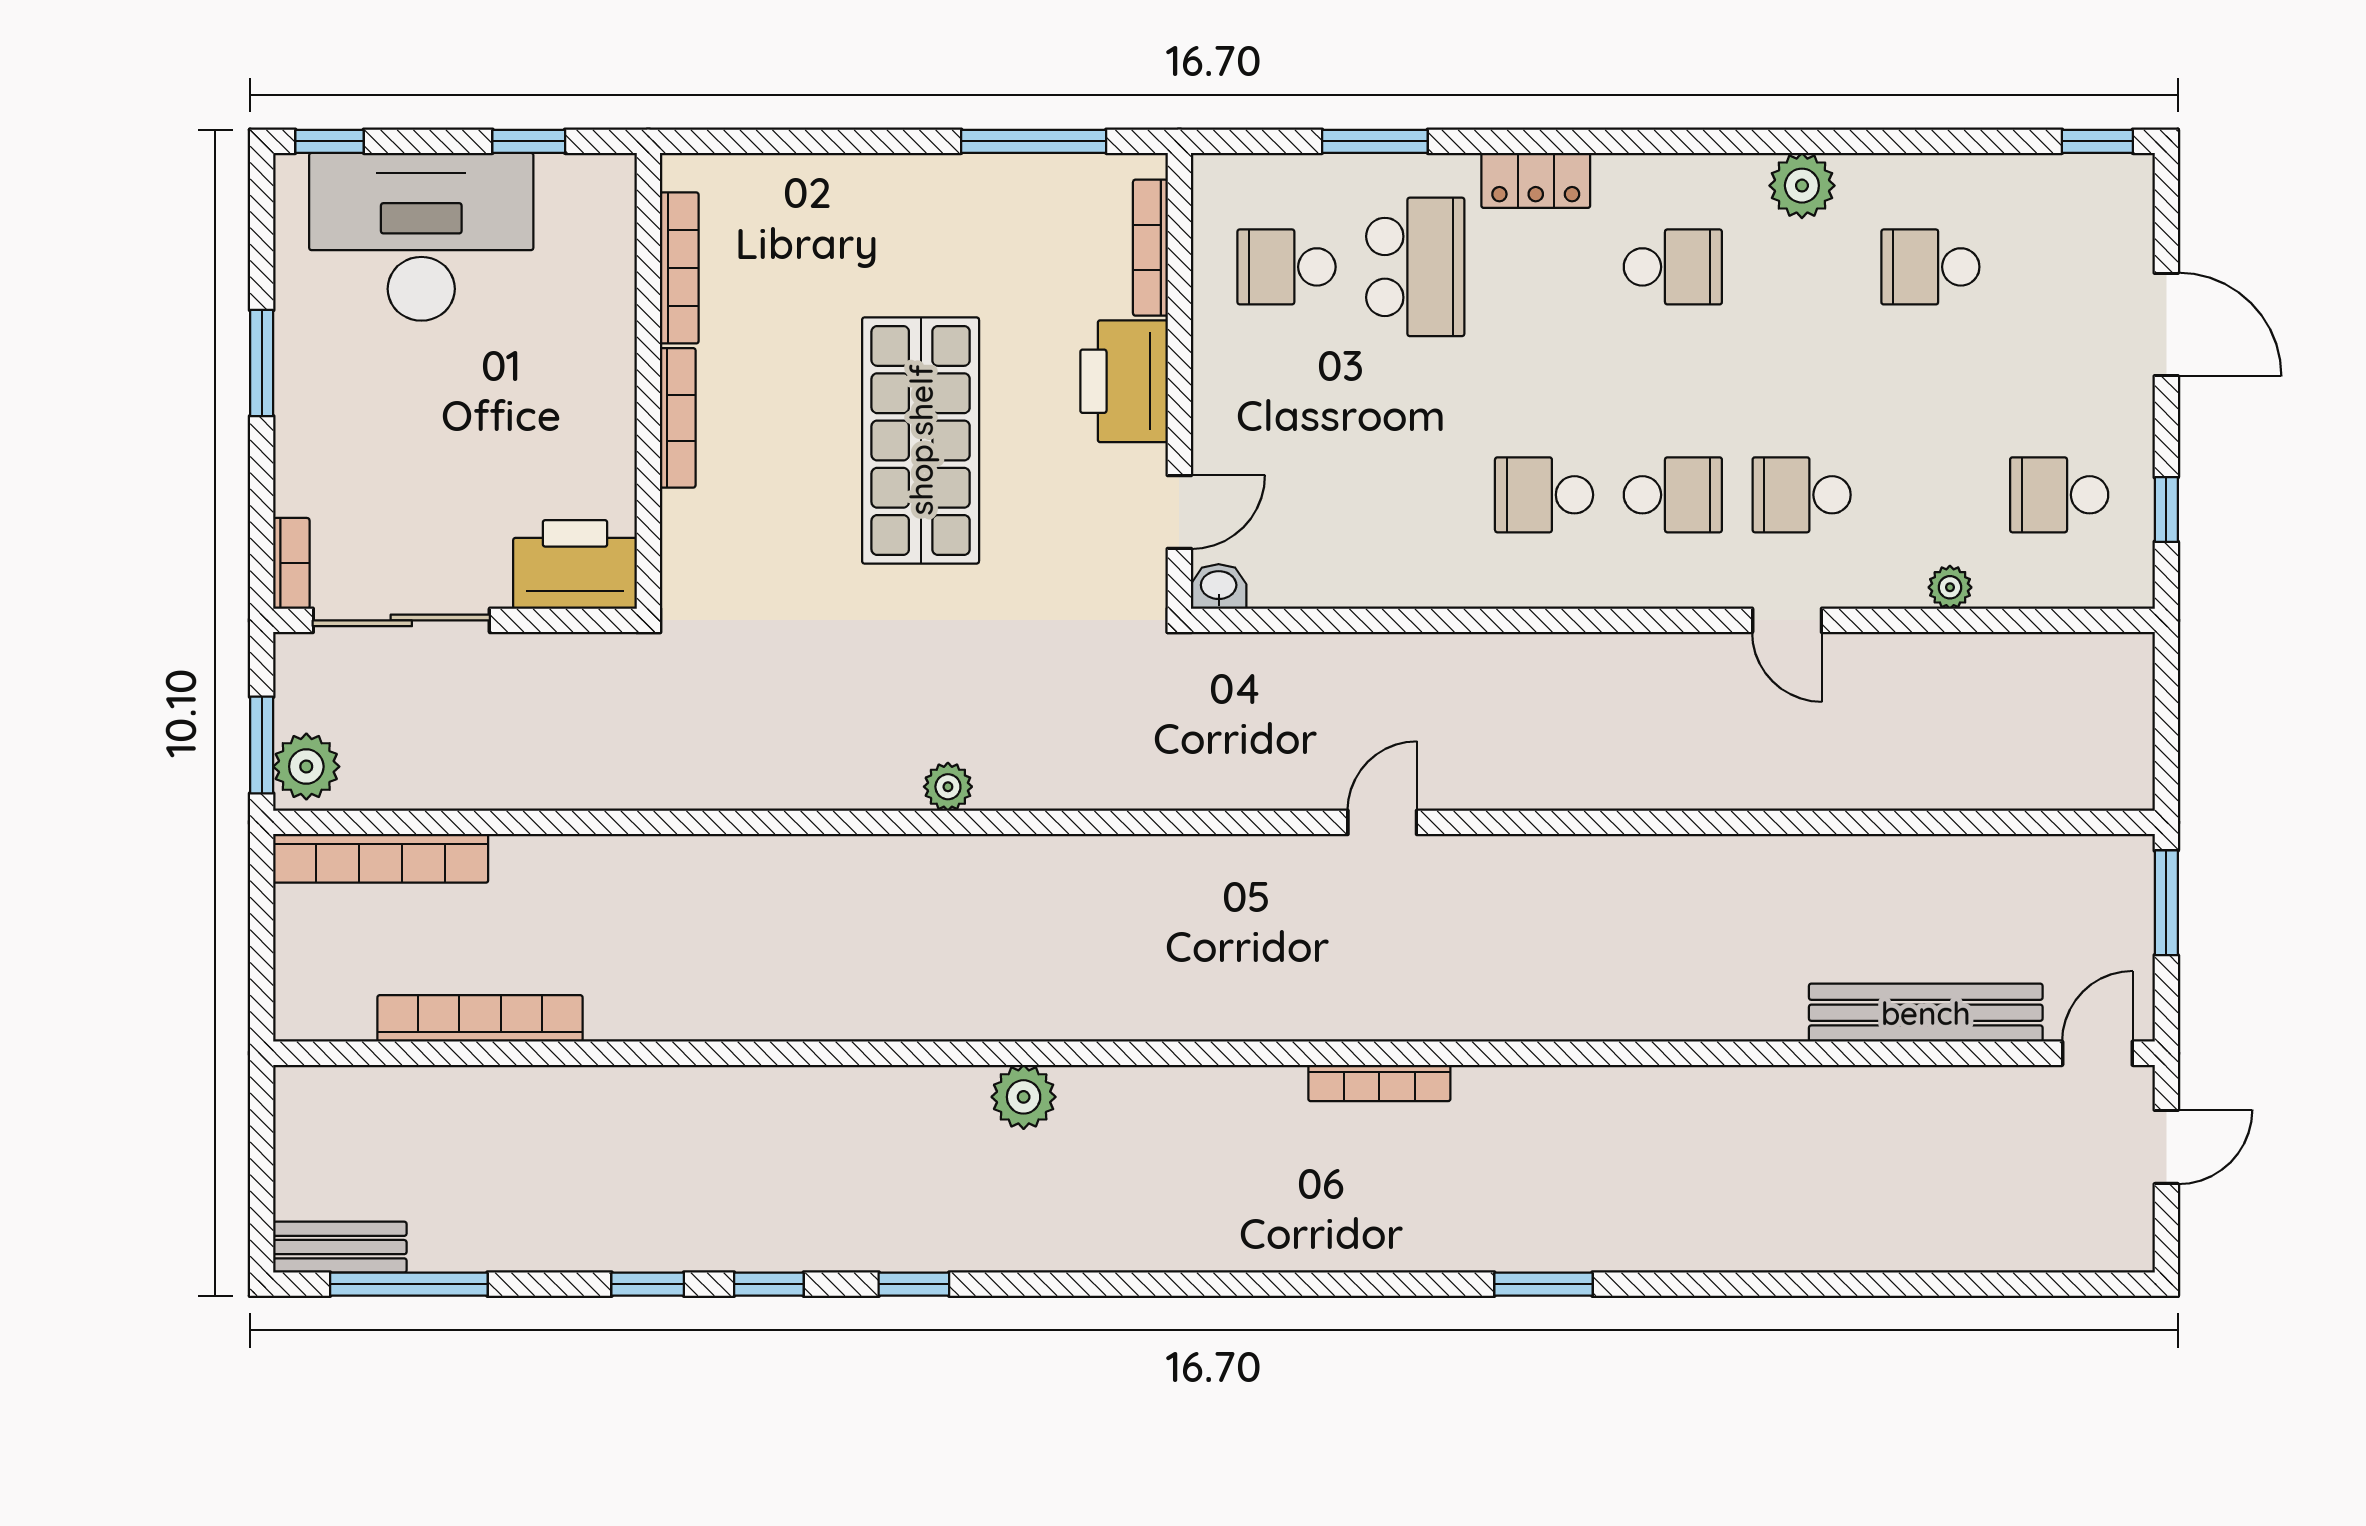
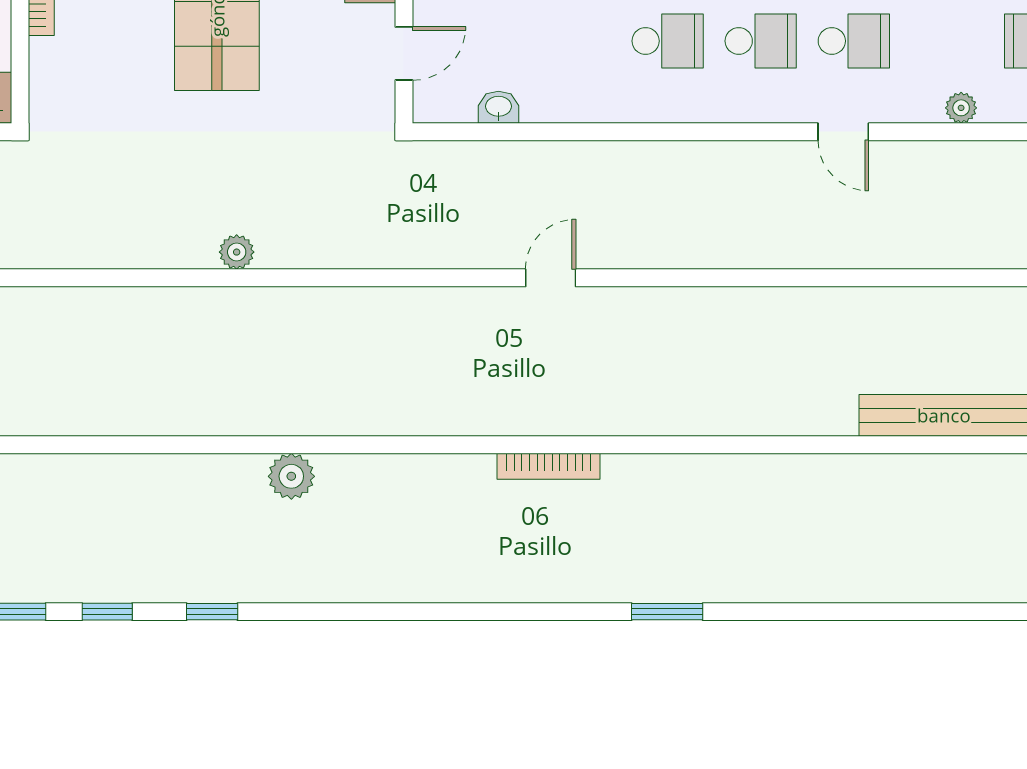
school desk: (1544, 495) -> (668, 41), turned 180
school desk: (1802, 495) -> (854, 41), turned 180
washbasin: (1219, 586) -> (498, 107), moved

